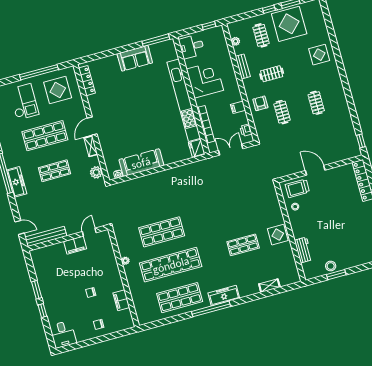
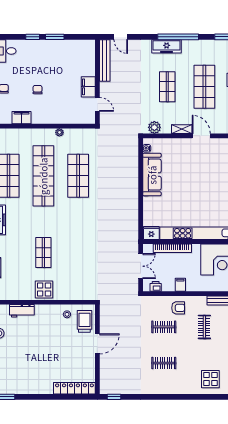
door: (20, 227) -> (121, 37), hinge flipped

